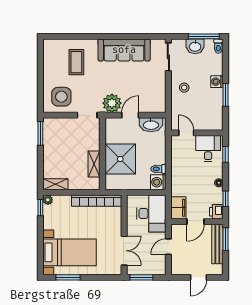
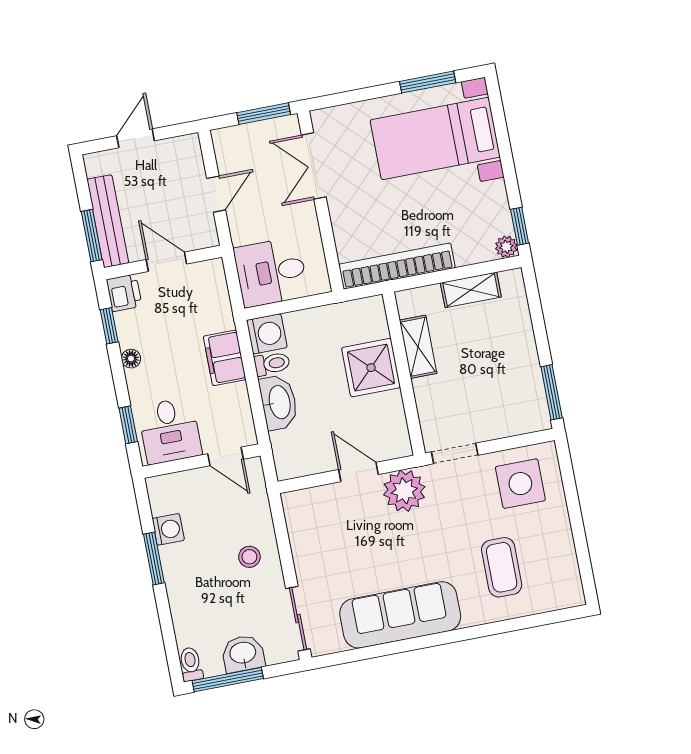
washing machine: (217, 82) -> (168, 529), moved
door: (130, 115) -> (359, 472), swing flipped
washbasin: (151, 125) -> (279, 402), moved, turned 90
shower: (120, 159) -> (371, 368), width x0.73, depth x0.73
shelving: (55, 184) -> (471, 290), moved
filing cabinet: (178, 208) -> (225, 358), moved
desk: (151, 213) -> (271, 272), width x0.73
door: (195, 222) -> (166, 262), hinge flipped

